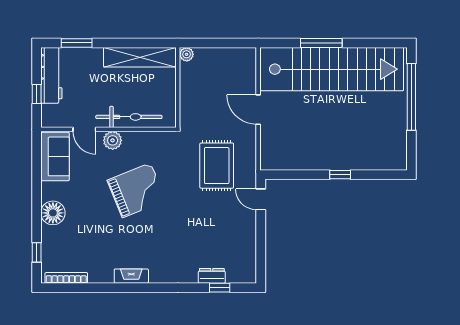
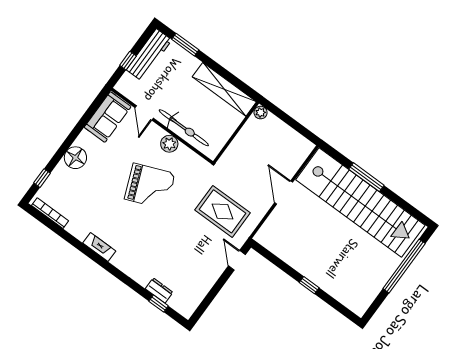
plant: (113, 140) -> (169, 144), moved
rug: (217, 166) -> (223, 211), turned 90

